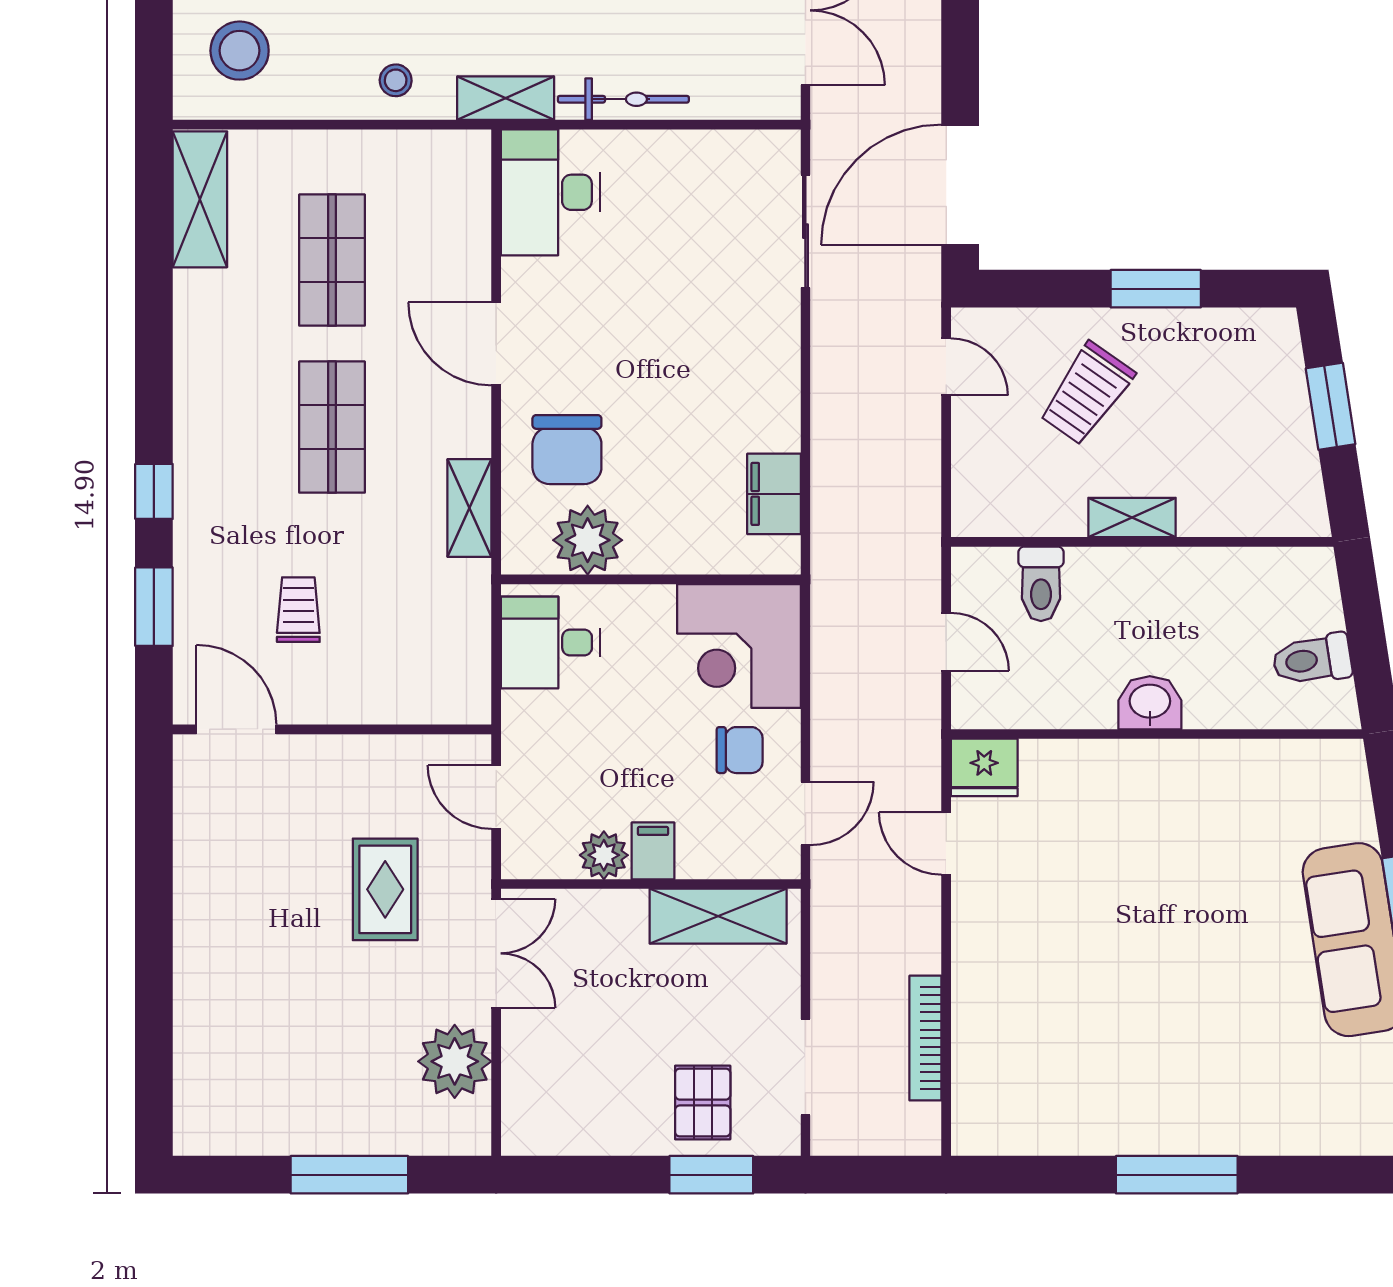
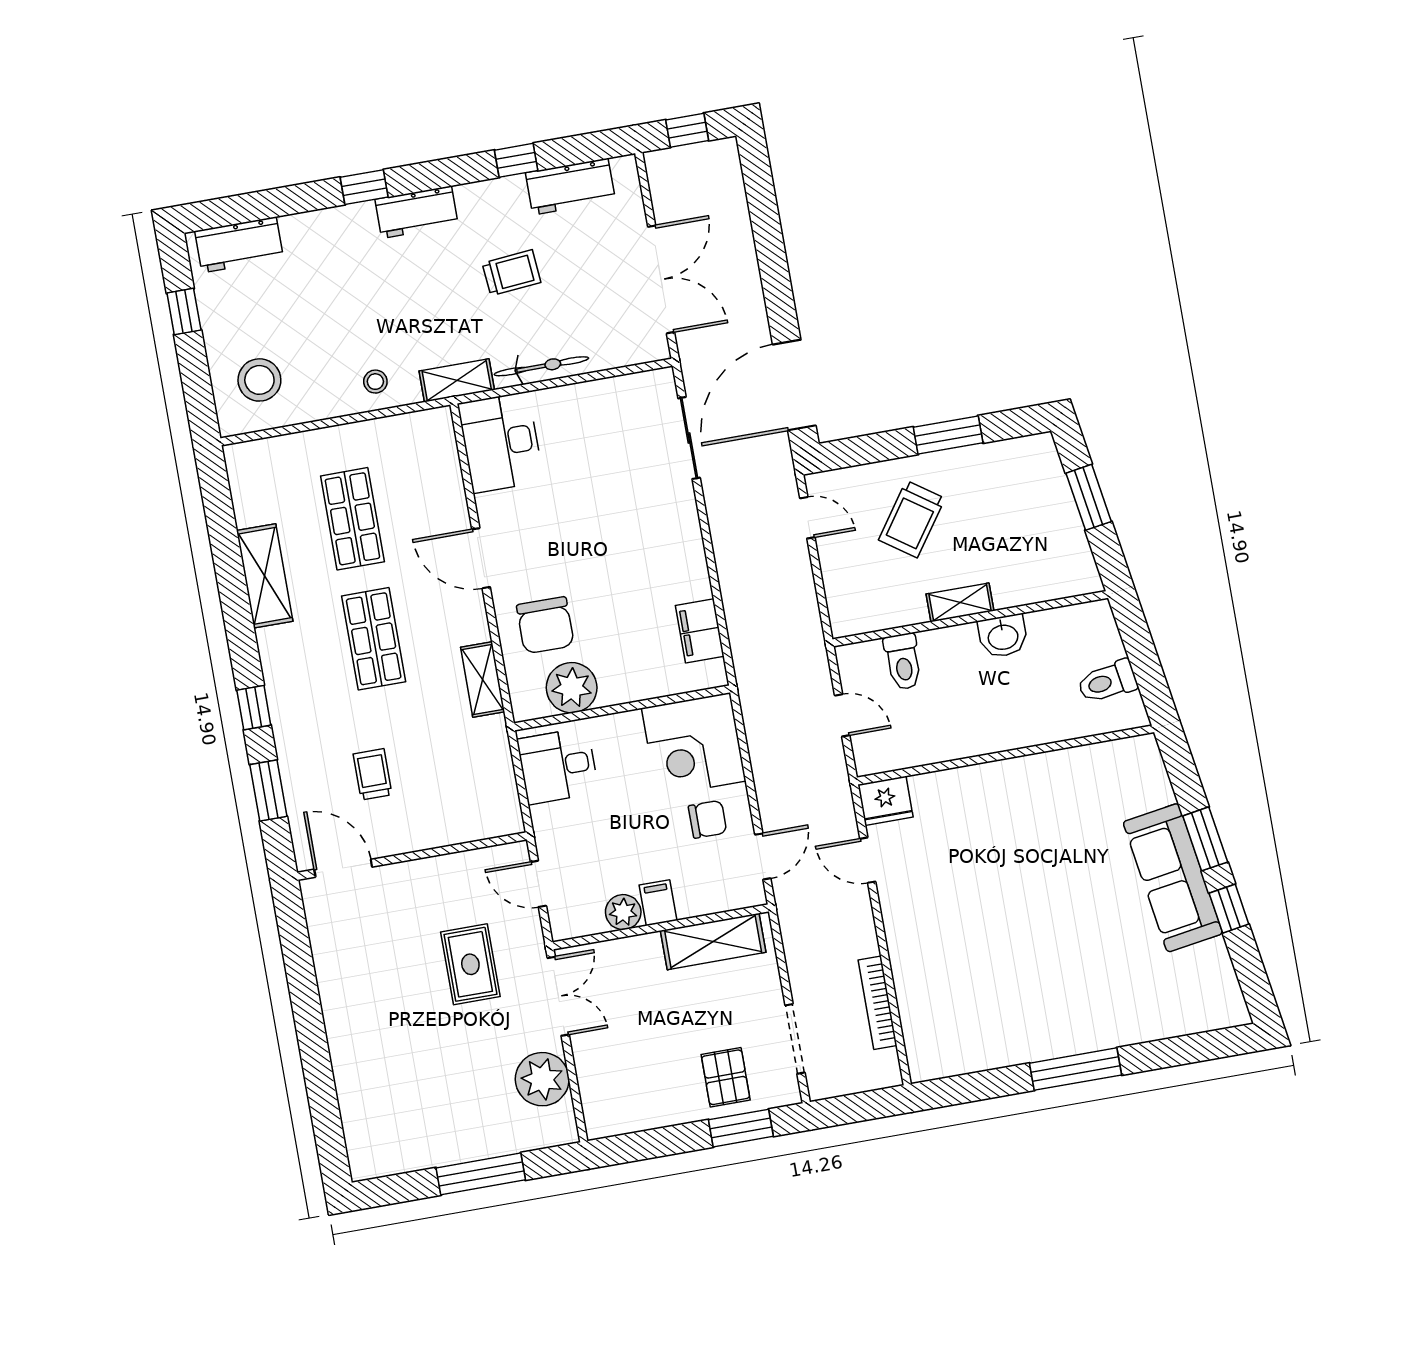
shelving: (200, 199) -> (265, 576), moved
washbasin: (1150, 703) -> (1003, 636), moved, turned 180

